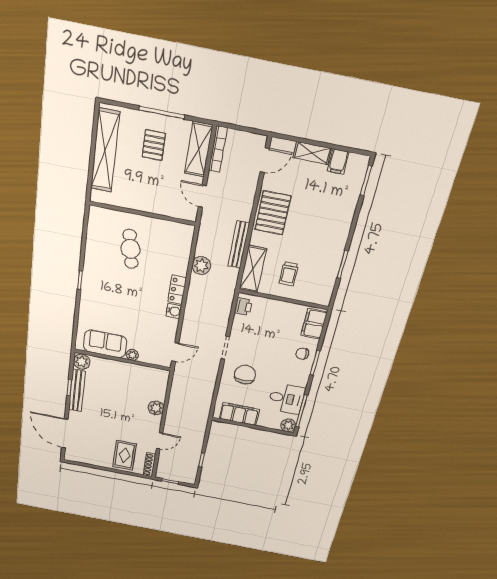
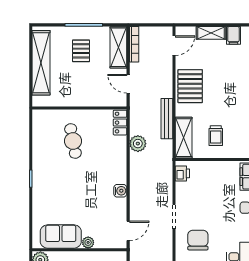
locker: (177, 290) -> (120, 123), moved

